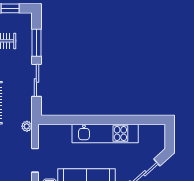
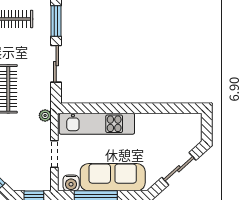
kitchen unit: (105, 134) -> (97, 124), moved

